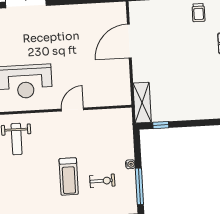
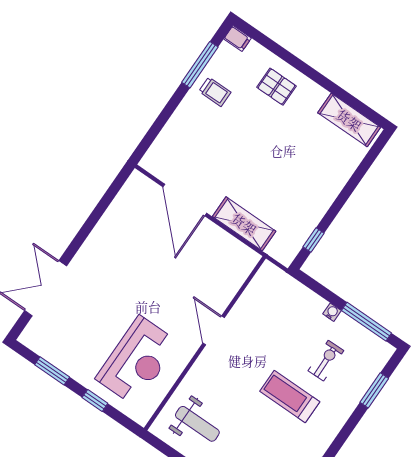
shelving: (142, 103) -> (244, 224), moved
treadmill: (69, 176) -> (290, 397), turned 180

